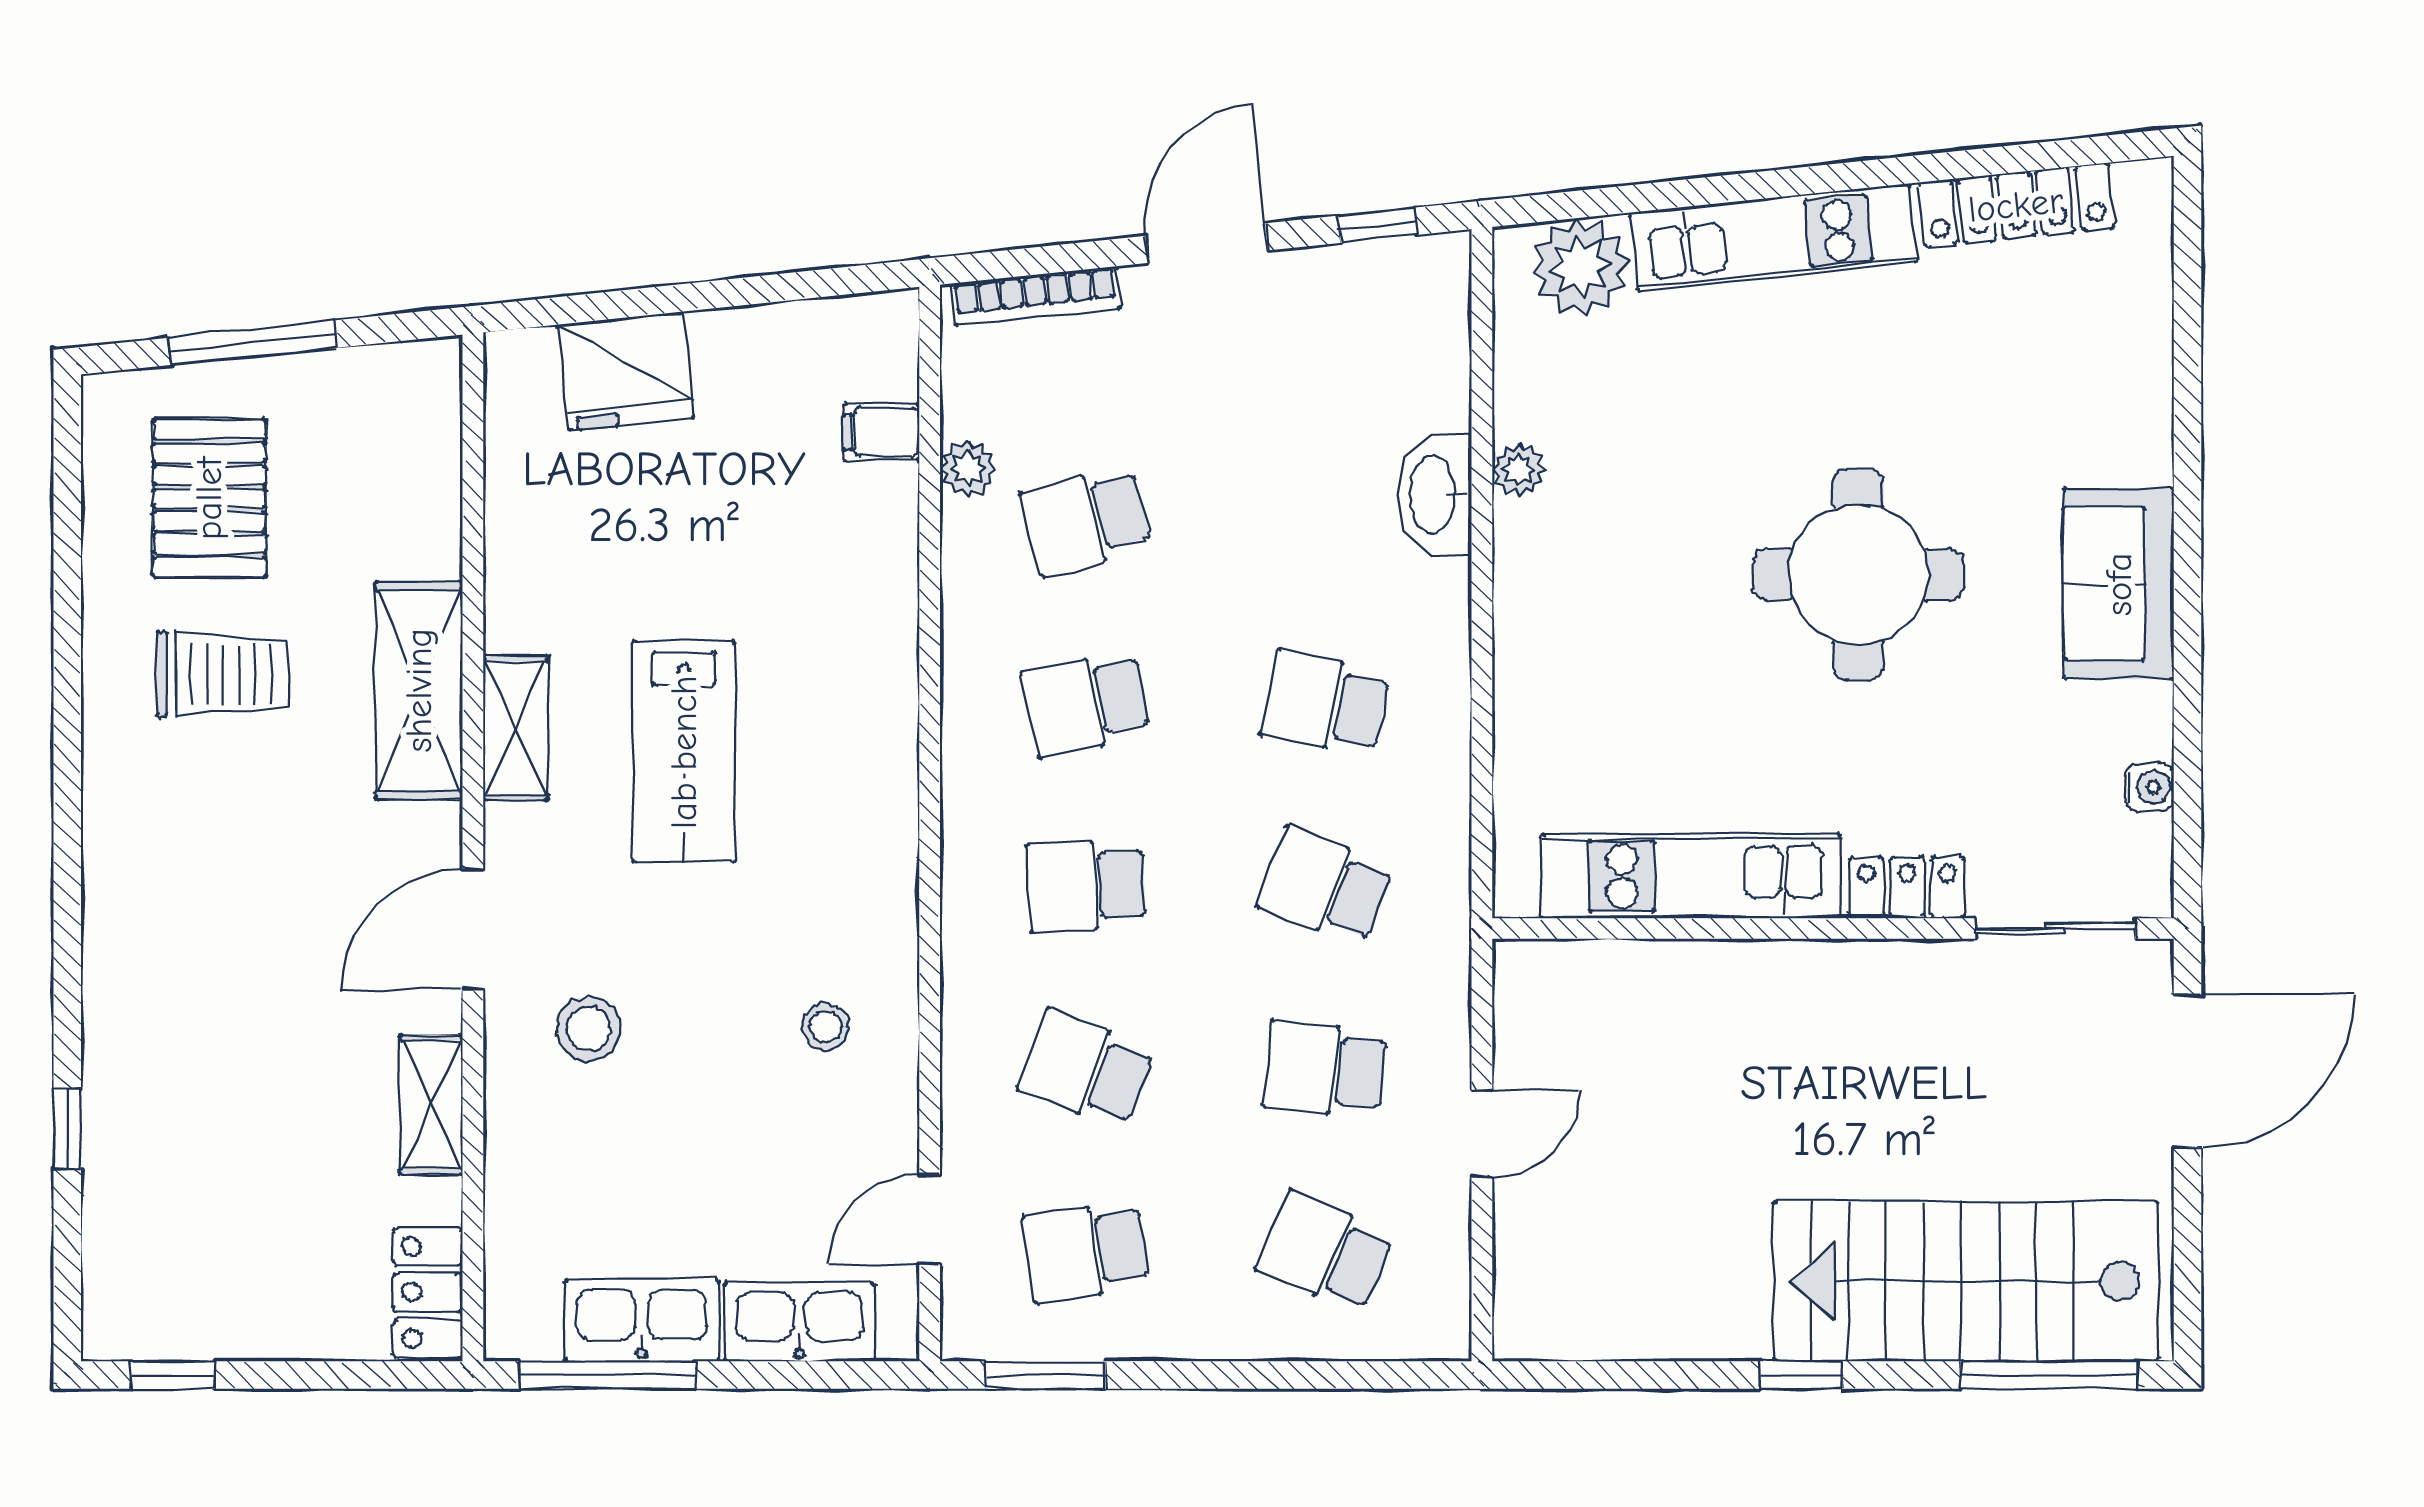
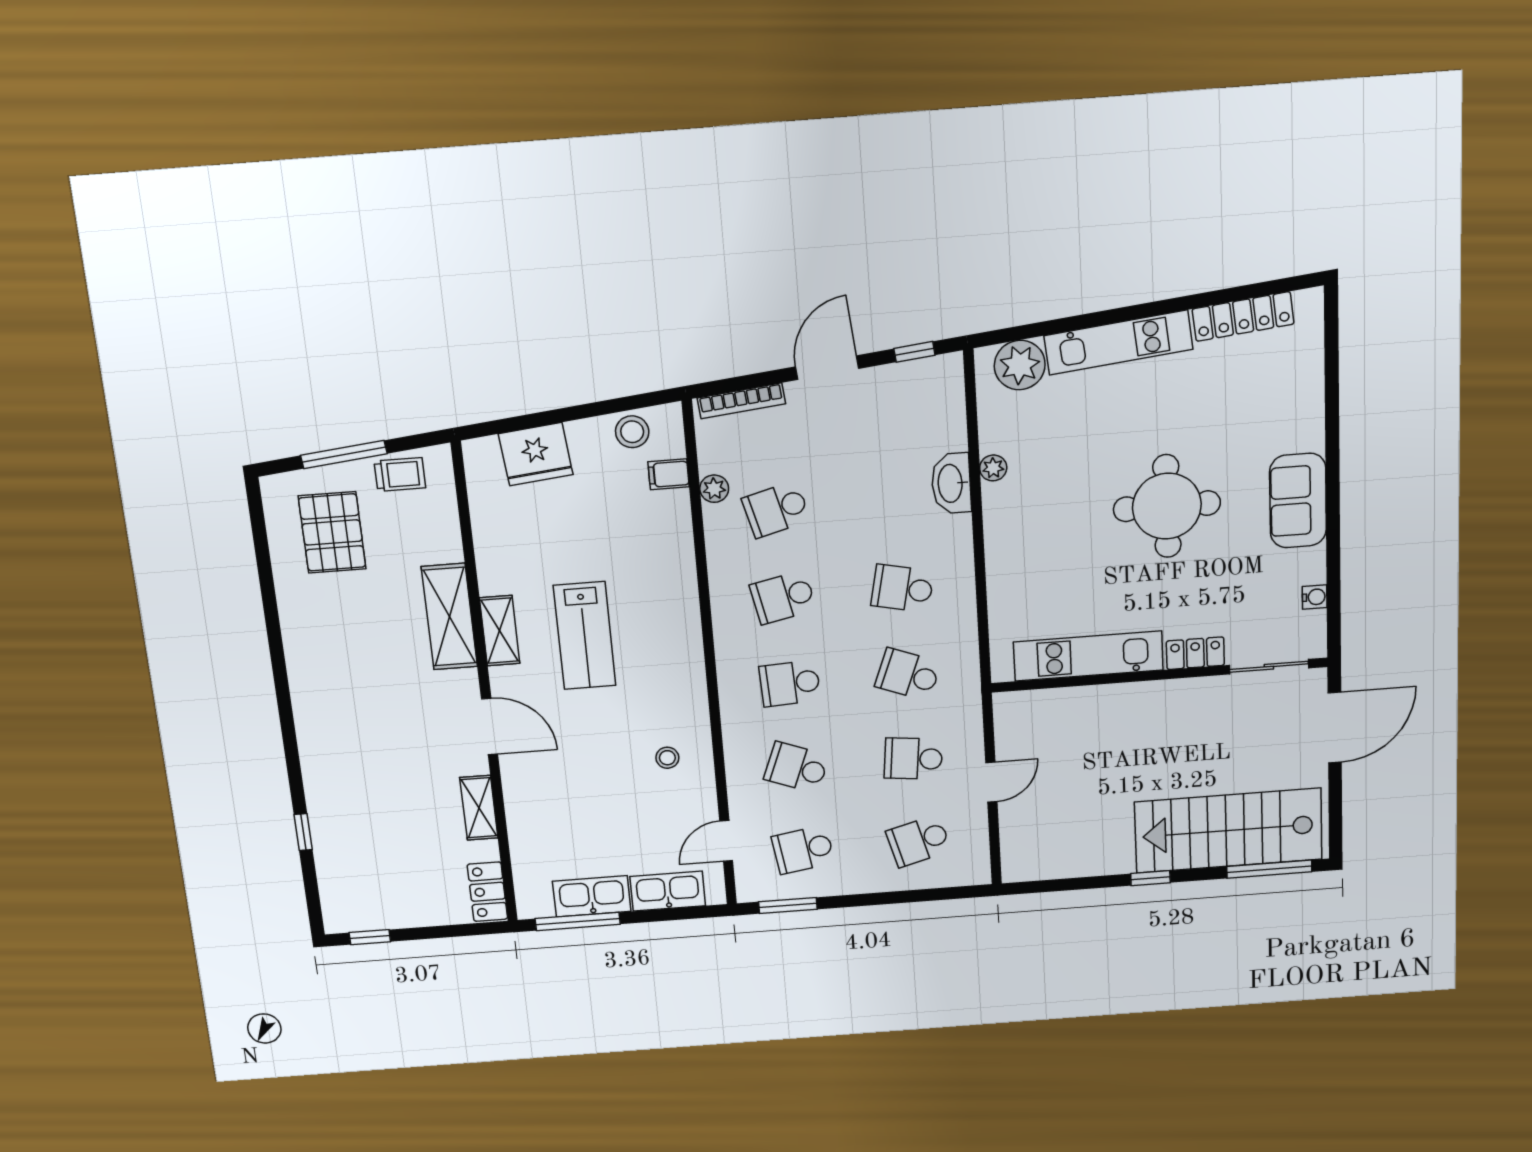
trolley: (222, 674) -> (400, 475), moved, width x0.73, depth x0.72
door: (473, 930) -> (490, 726), swing flipped
stool: (589, 1029) -> (632, 432), moved
school desk: (1325, 1252) -> (919, 841), turned -39

